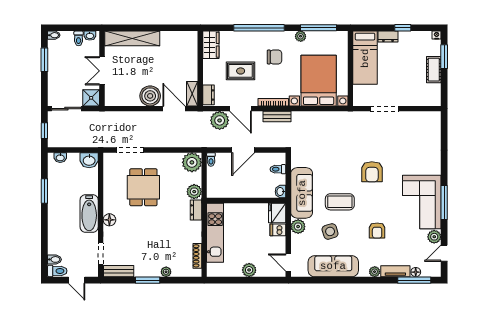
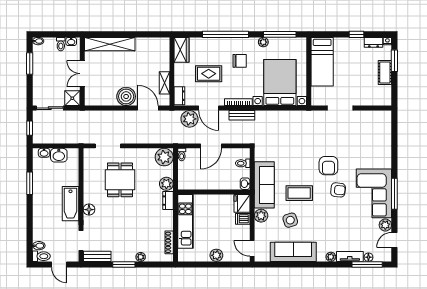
dresser: (388, 37) -> (373, 42), moved
shelving: (192, 94) -> (164, 83), moved
washbasin: (89, 160) -> (59, 155), moved
armchair: (377, 230) -> (338, 190), moved, turned -84

